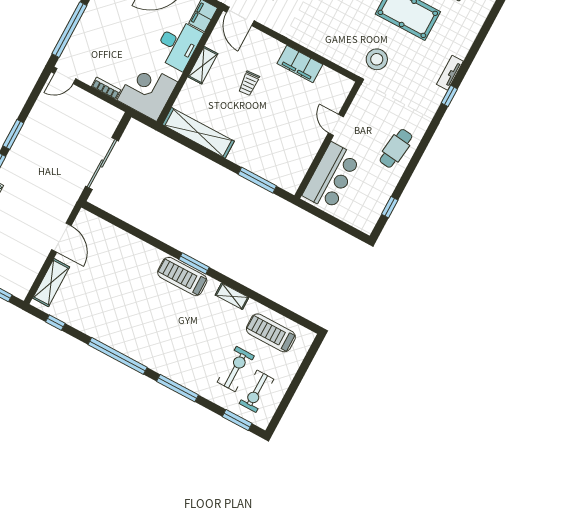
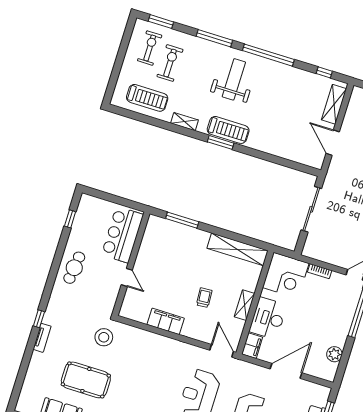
weight bench: (164, 335) -> (234, 79), added
exercise bike: (236, 369) -> (170, 63), turned 180

